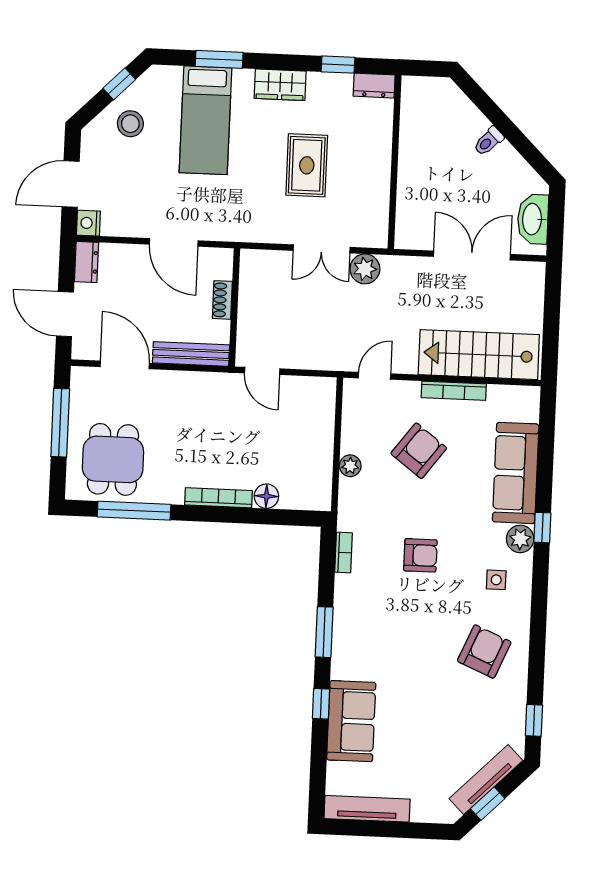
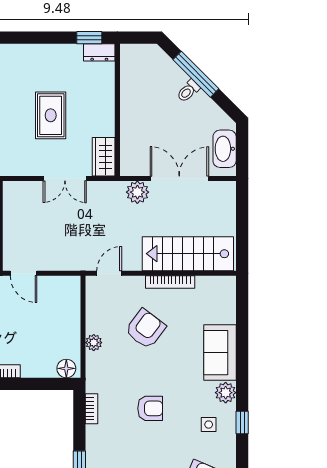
window: (338, 65) -> (89, 38), moved
wardrobe: (280, 85) -> (104, 157), moved, turned 90
window: (500, 120) -> (196, 74), added
plant: (365, 269) -> (137, 192), moved
sofa: (516, 473) -> (220, 353), width x0.73
floor lamp: (266, 496) -> (66, 368), moved
window: (542, 528) -> (242, 423), moved

